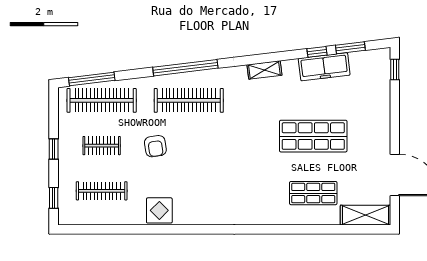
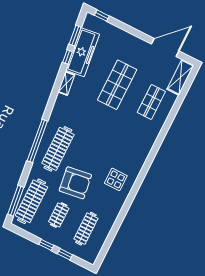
freezer: (324, 67) -> (83, 52), width x1.36, depth x1.26
shelving: (264, 70) -> (66, 83), moved
armchair: (155, 146) -> (75, 183), width x1.88, depth x1.88
window: (54, 198) -> (65, 254), moved
display table: (159, 210) -> (116, 179), moved

